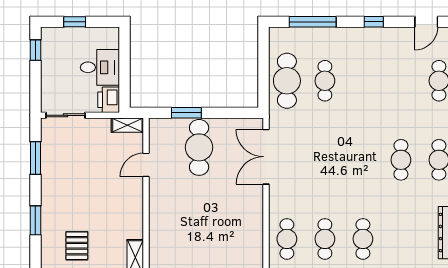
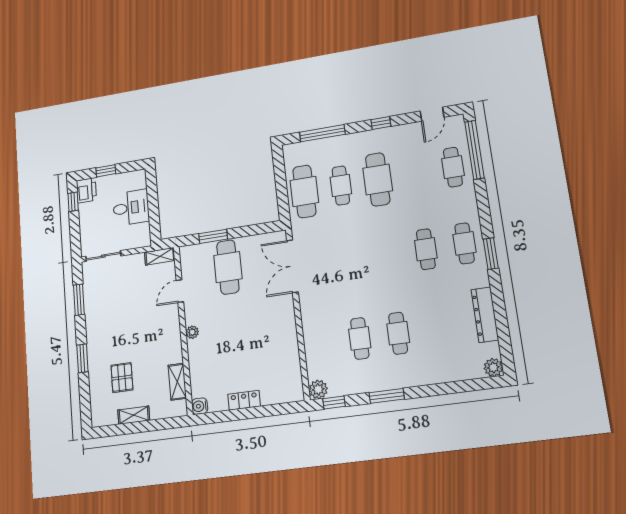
printer: (109, 100) -> (86, 190), moved, turned 180
plant: (155, 209) -> (192, 332), added
cafe table: (287, 239) -> (378, 179), moved, width x1.37, depth x1.35

